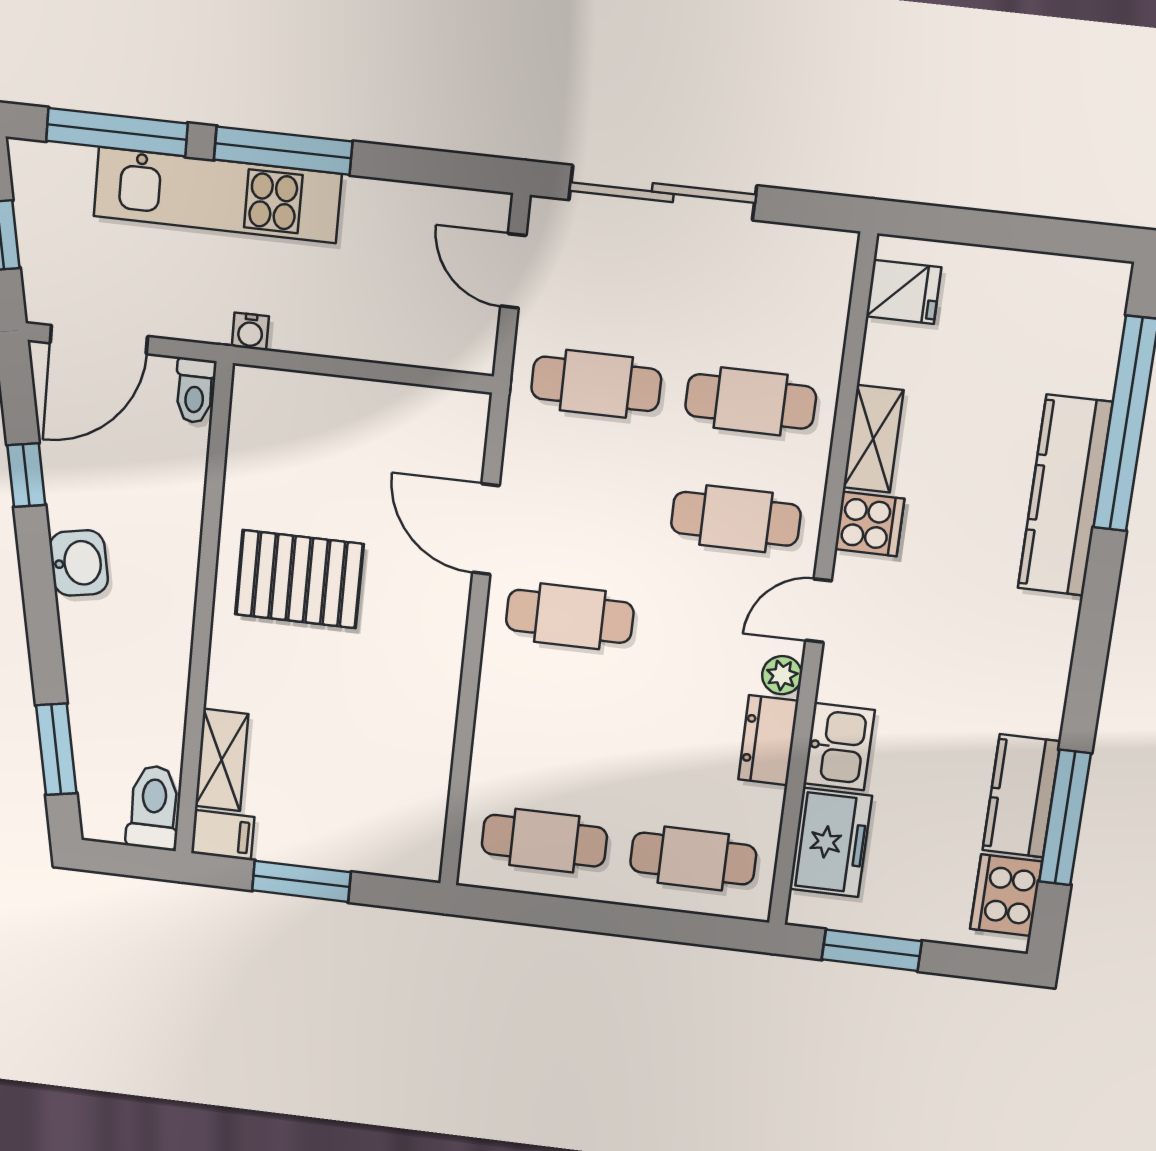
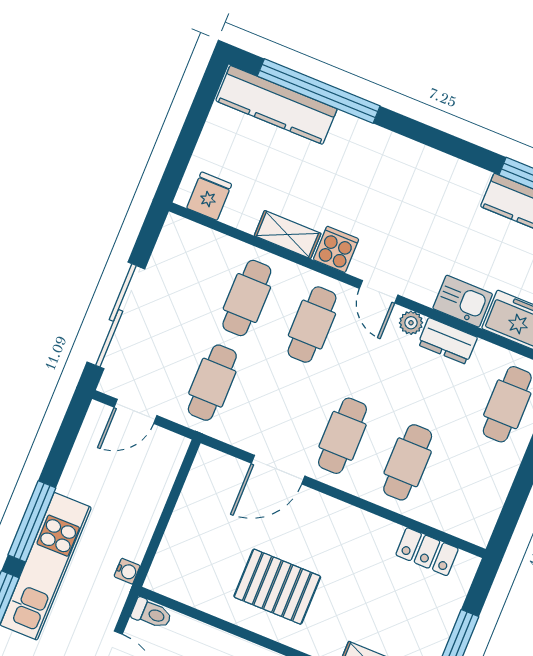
kitchen counter: (1065, 496) -> (276, 105), moved
pallet: (299, 579) -> (277, 587), turned 90
locker: (425, 797) -> (427, 552), added
cafe table: (544, 841) -> (408, 462), moved

